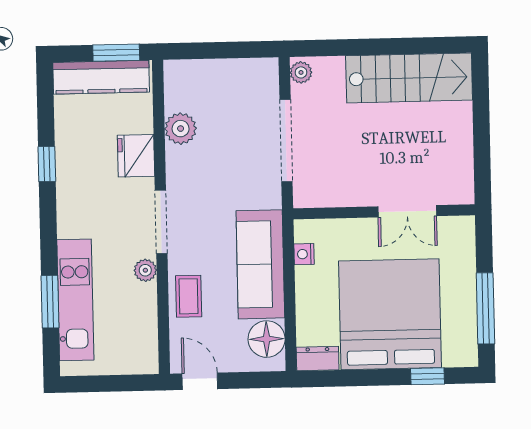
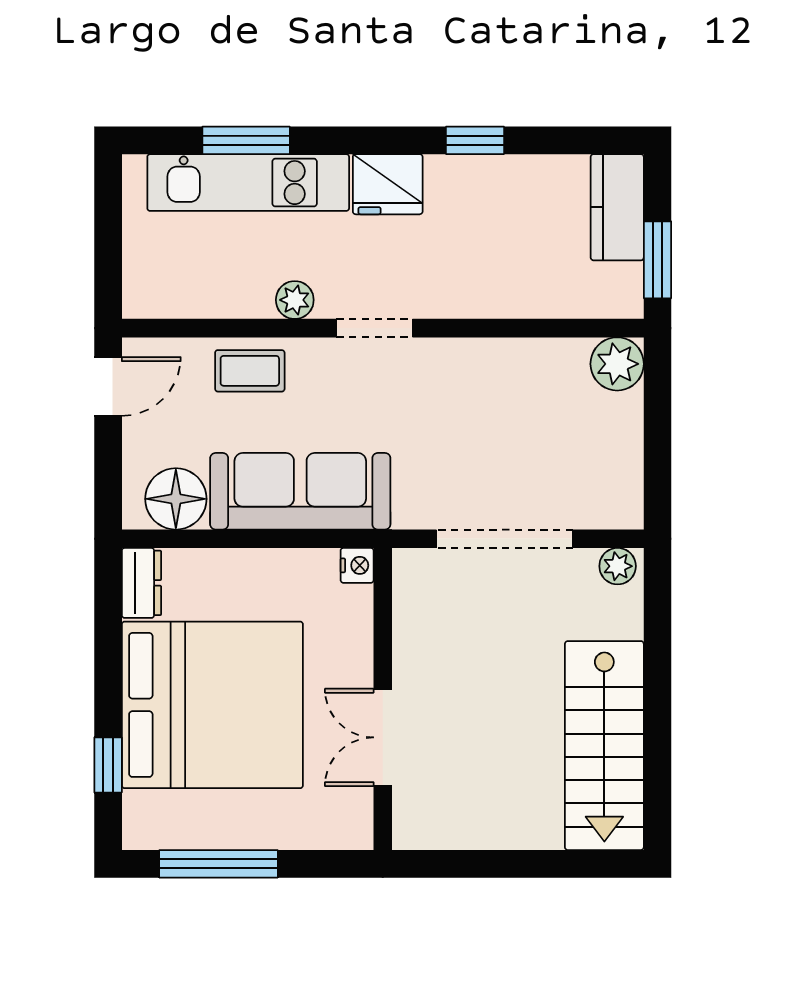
kitchen counter: (101, 77) -> (617, 207), width x0.67
plant: (181, 129) -> (617, 364), moved
fridge: (136, 156) -> (388, 184), moved, turned 180
doorway: (161, 222) -> (375, 328), width x0.73
nightstand: (304, 254) -> (357, 565), moved, turned 90

